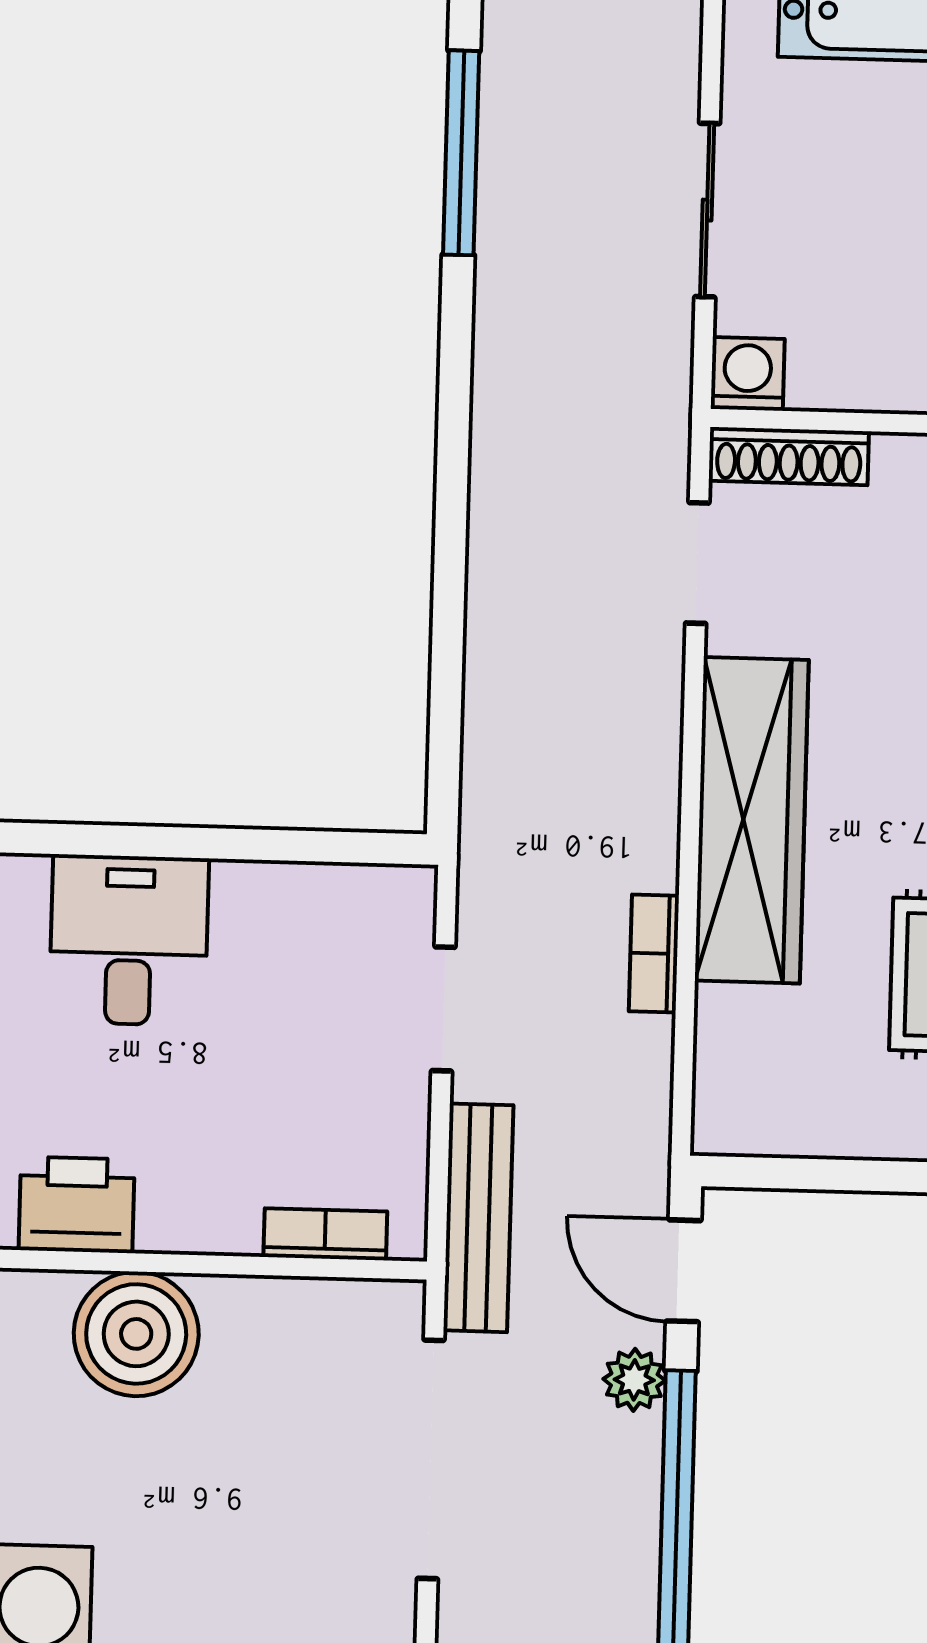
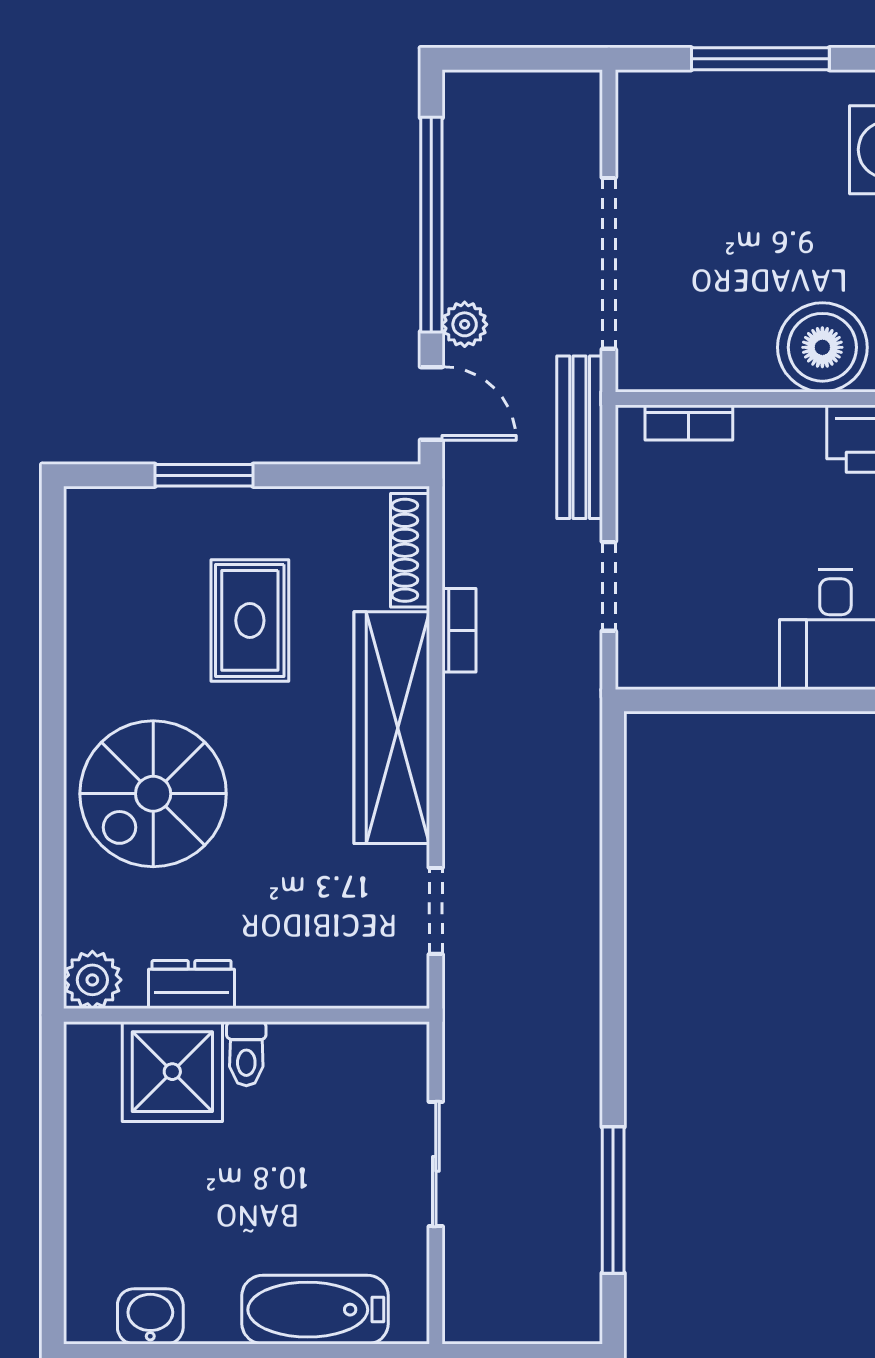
washing machine: (748, 374) -> (403, 1047), removed
shoe rack: (789, 456) -> (410, 550), moved, turned -90

